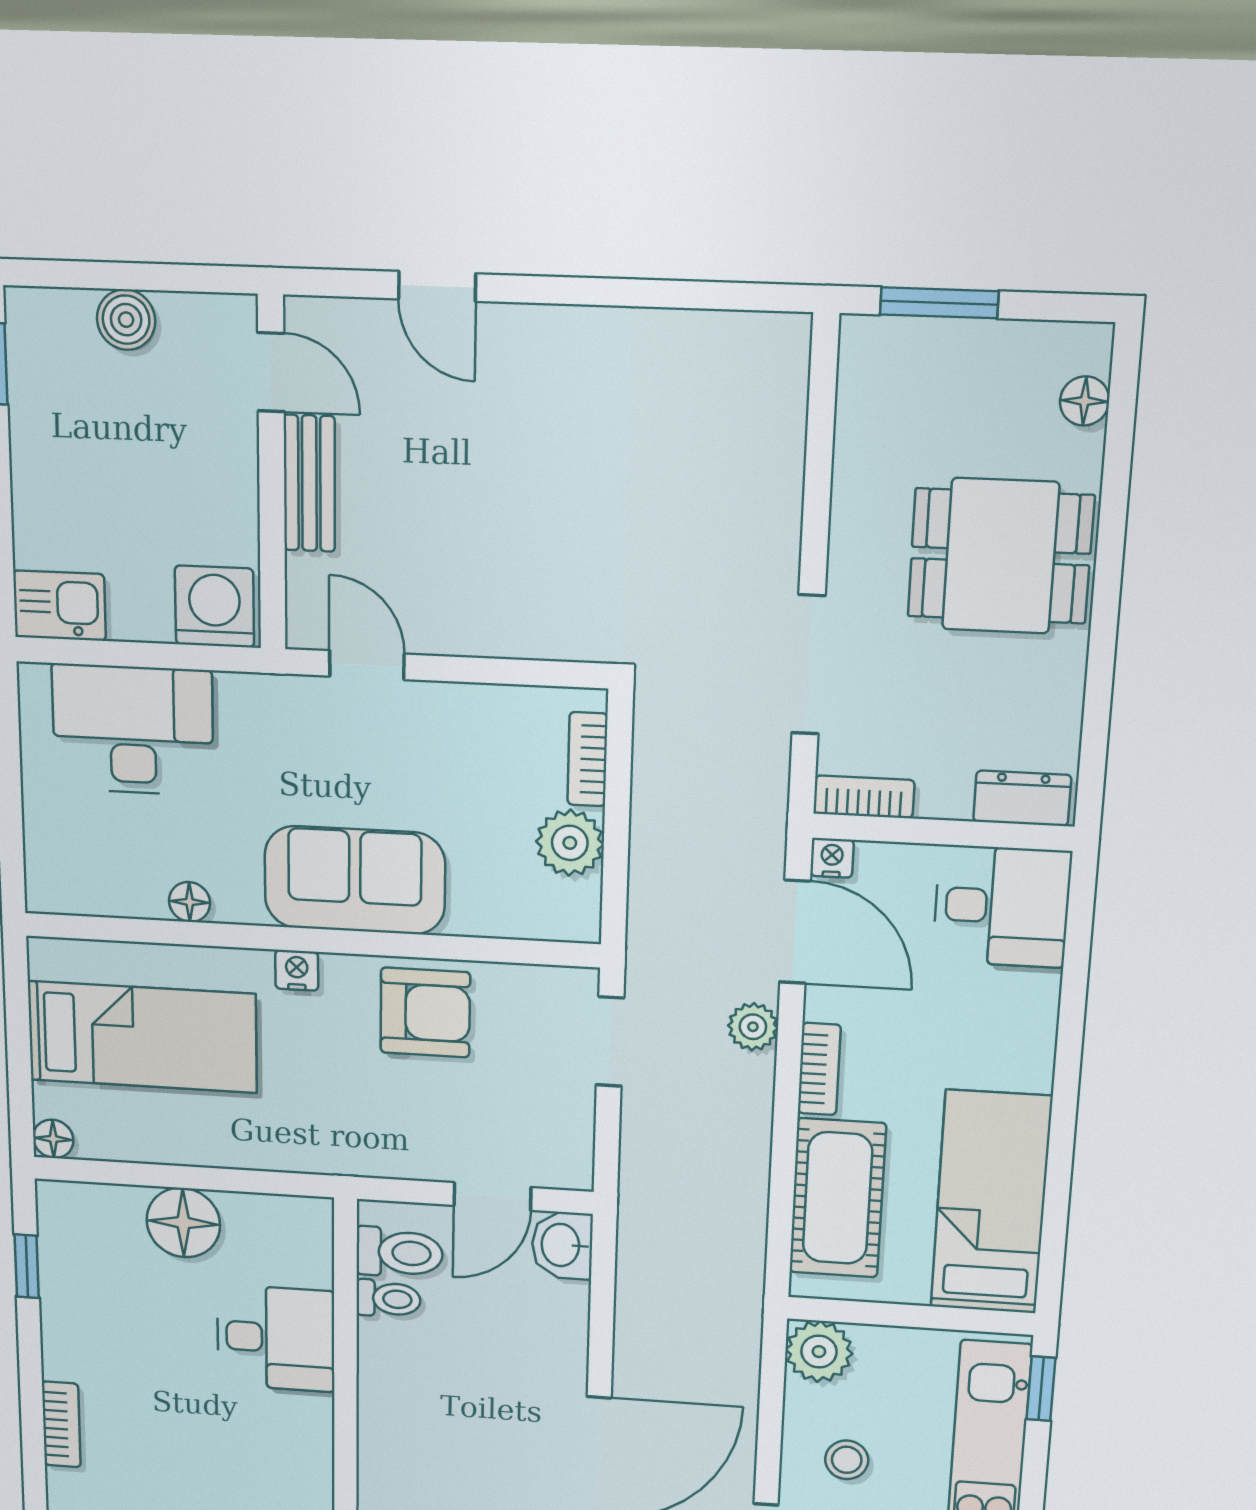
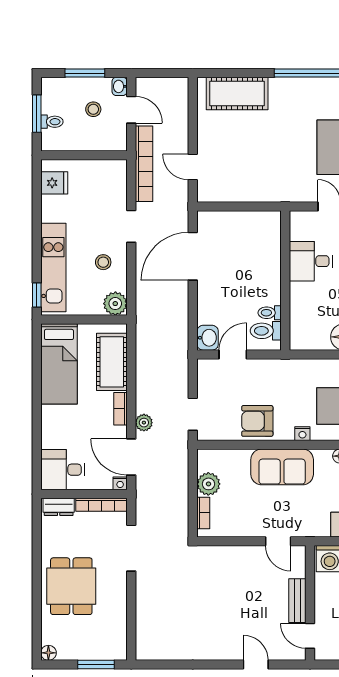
floor lamp: (1085, 401) -> (48, 653), moved
dining table: (1000, 556) -> (71, 586), turned 90
bookcase: (864, 797) -> (101, 505), width x1.56
desk: (276, 1338) -> (311, 261), moved

